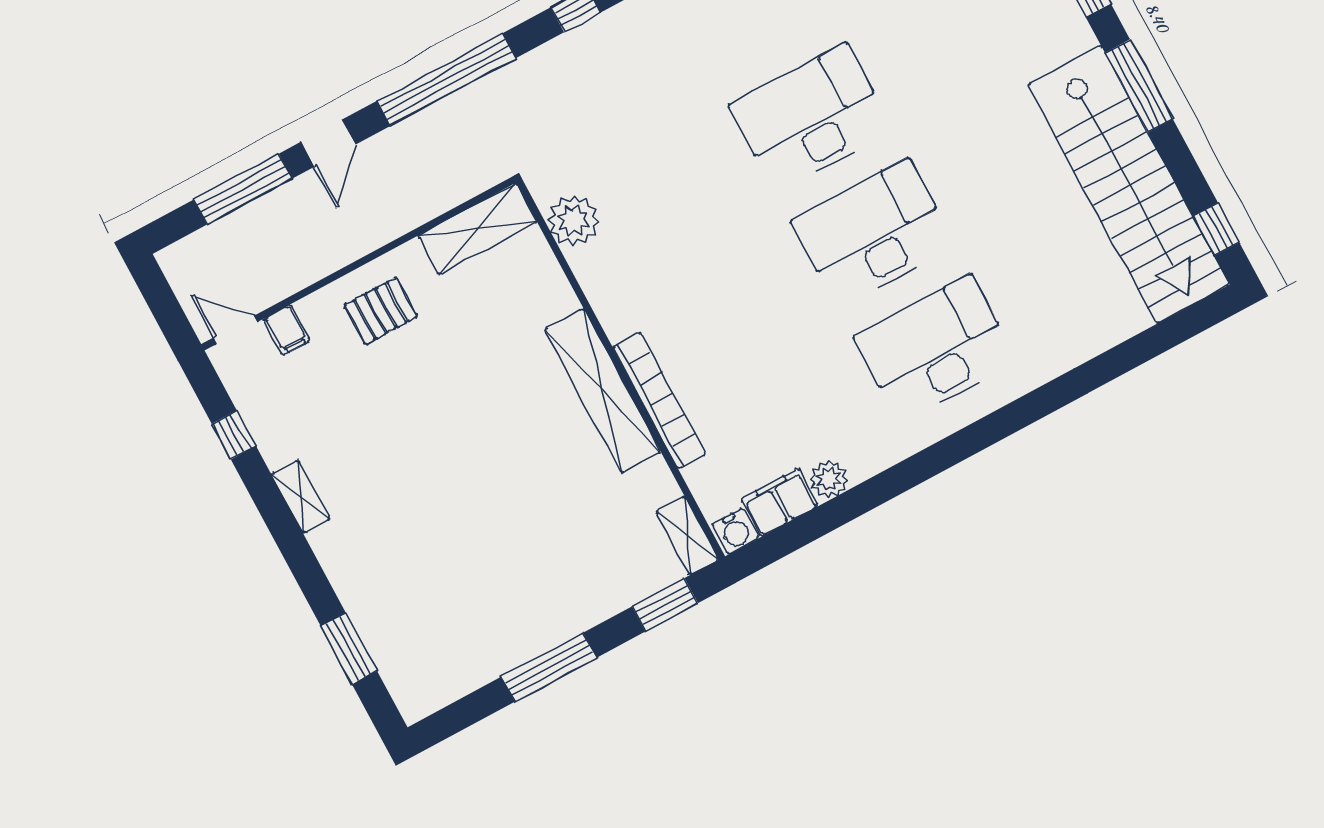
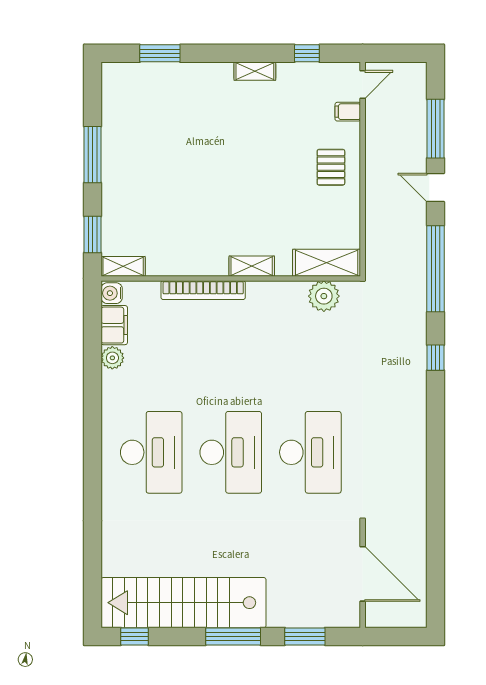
shelving: (477, 229) -> (327, 263), moved, turned 90
shelving: (603, 391) -> (252, 266), width x0.45, depth x0.75

